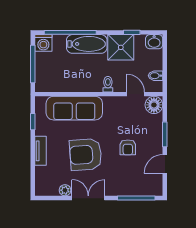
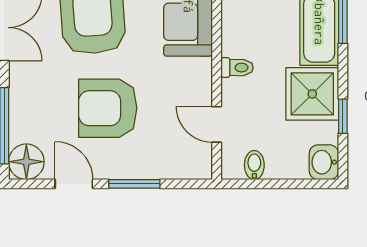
door: (136, 94) -> (217, 124), swing flipped
floor lamp: (154, 105) -> (26, 162), moved
armchair: (128, 147) -> (108, 108), width x1.88, depth x1.88

